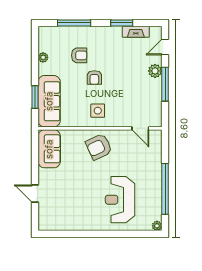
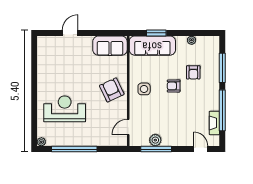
window: (122, 23) -> (222, 110), width x2.11
plant: (155, 71) -> (155, 140), moved
window: (165, 84) -> (156, 149), moved

